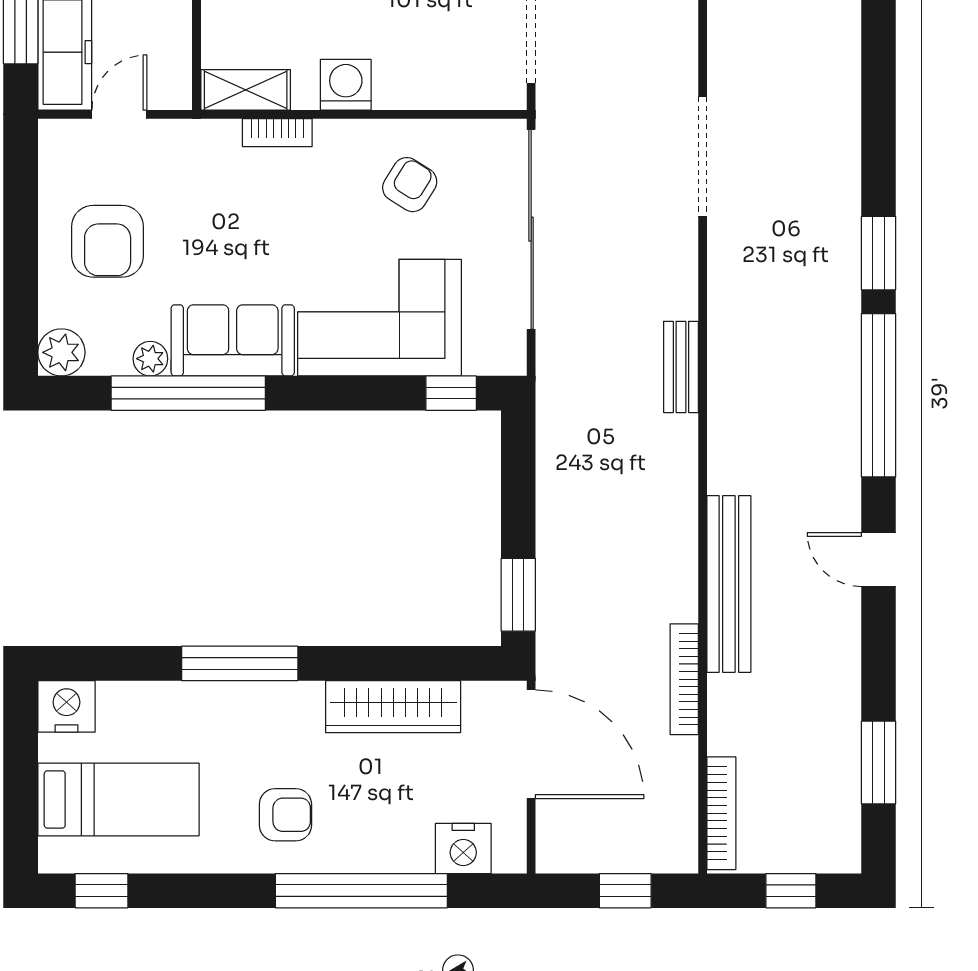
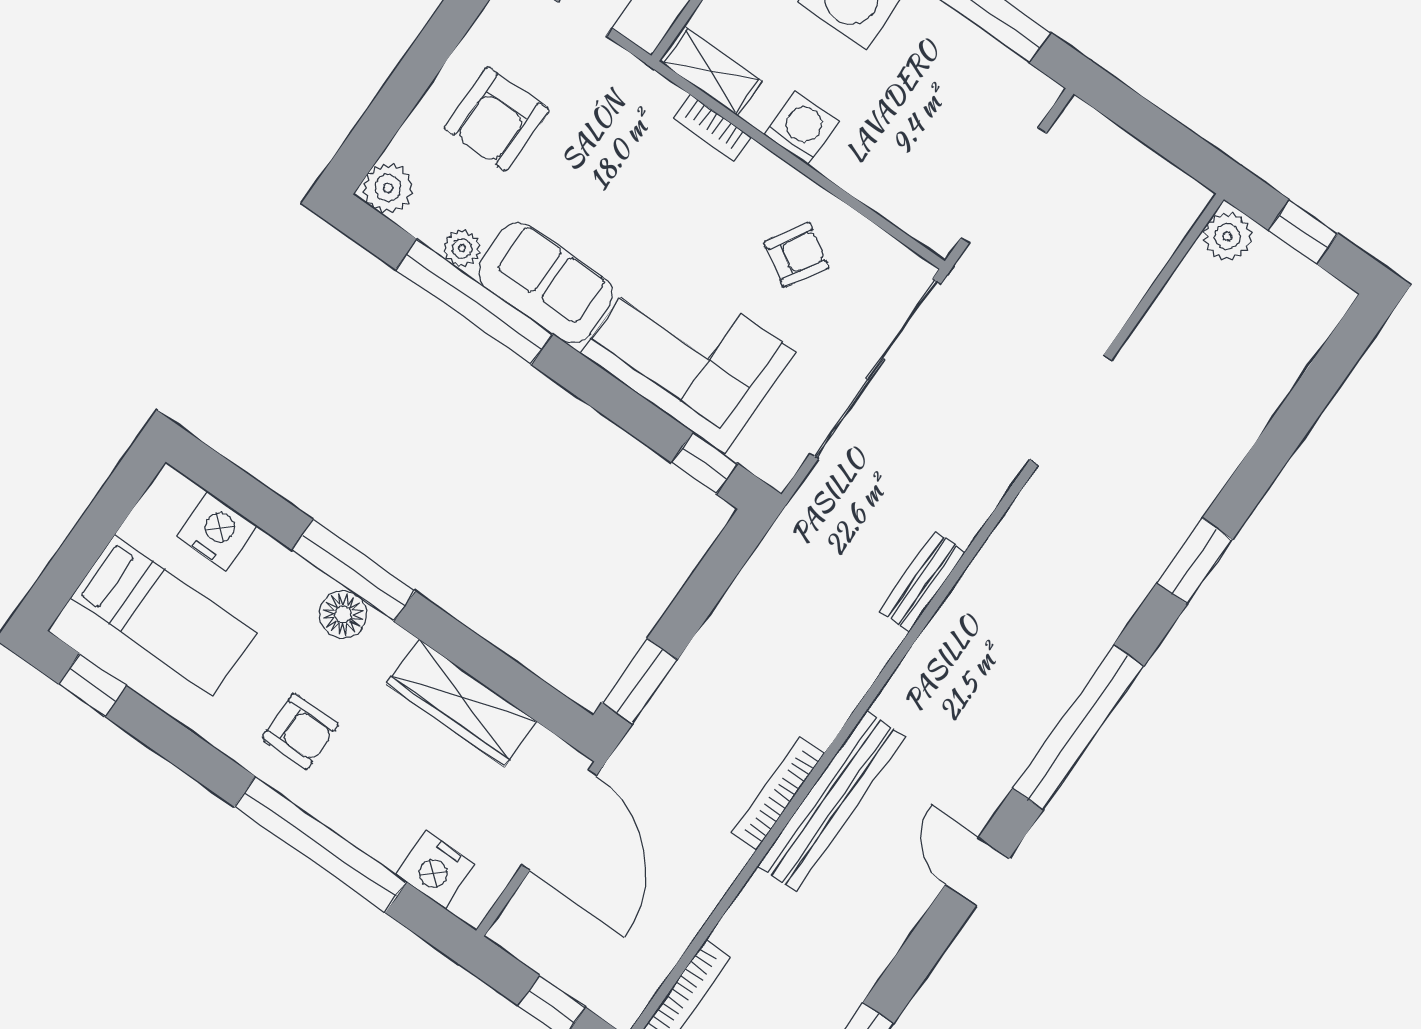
window: (879, 253) -> (1195, 561), moved
bookcase: (684, 679) -> (778, 793), moved
floor lamp: (255, 703) -> (343, 614), added
nightstand: (66, 706) -> (217, 531), moved

